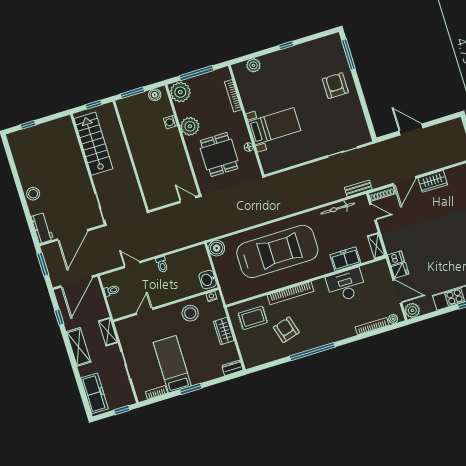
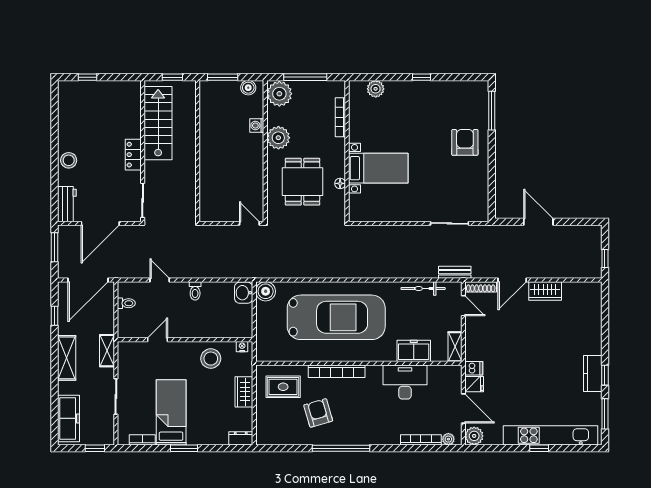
locker: (82, 174) -> (133, 155), added
washbasin: (208, 280) -> (244, 293), moved

